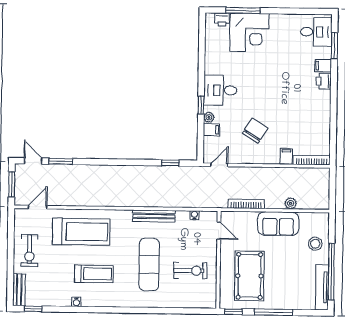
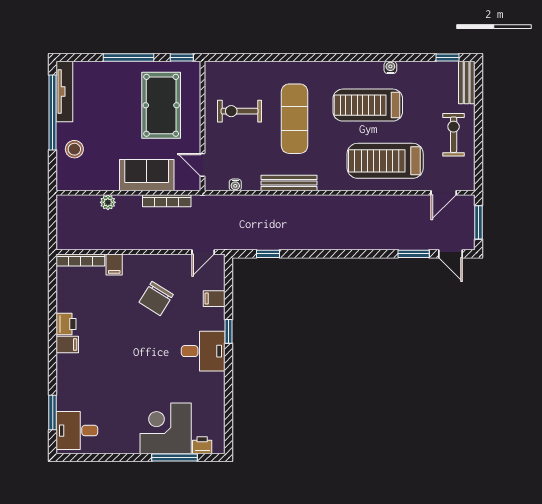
filing cabinet: (323, 66) -> (67, 345), moved
printer: (324, 81) -> (66, 324), moved
plant: (209, 117) -> (218, 315), removed
sofa: (278, 224) -> (147, 175), moved
treadmill: (94, 274) -> (368, 105), width x1.37, depth x1.38

